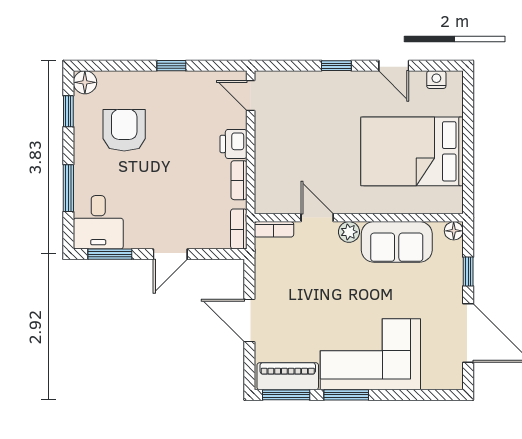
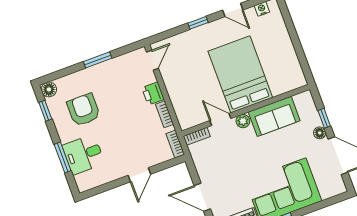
window: (171, 66) -> (98, 60), width x1.50
door: (251, 95) -> (152, 60), swing flipped
bed: (412, 151) -> (240, 74), moved, turned 90
desk: (98, 222) -> (83, 154), moved, turned 90
floor lamp: (454, 231) -> (320, 133), moved
window: (110, 254) -> (103, 188), removed

